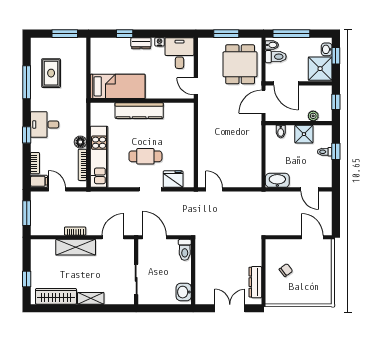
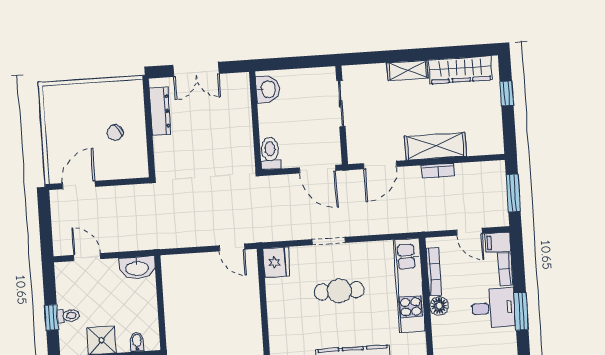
desk: (45, 124) -> (493, 308), moved
window: (27, 135) -> (521, 311), width x1.50
fridge: (173, 179) -> (276, 262), moved, turned -90
door: (312, 237) -> (79, 185), swing flipped

